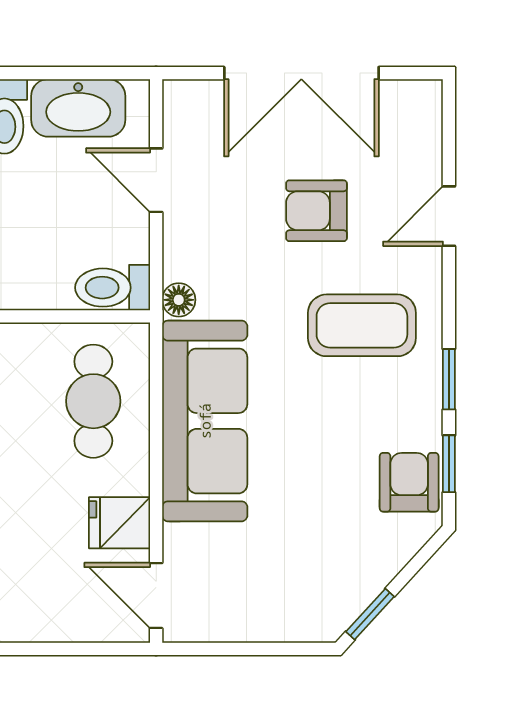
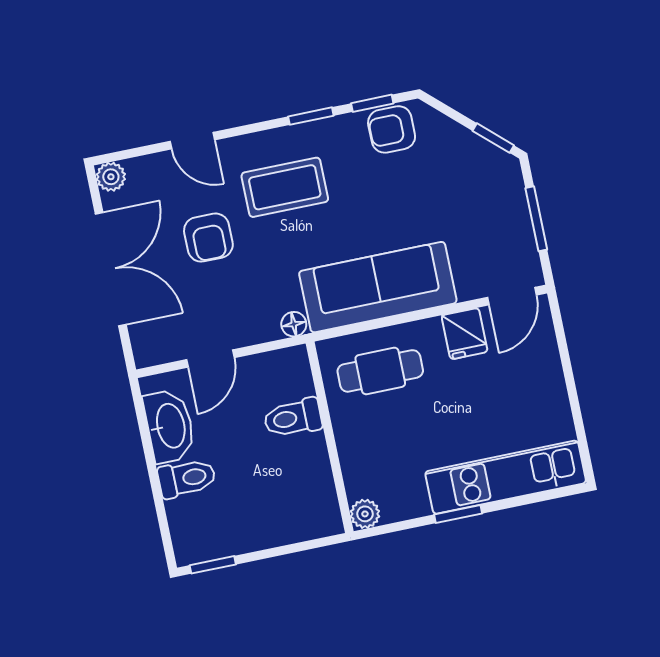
plant: (423, 99) -> (111, 177), added
toilet: (113, 288) -> (293, 418), moved, turned 90
coffee table: (362, 325) -> (285, 187), turned 90
window: (252, 649) -> (536, 219), added

